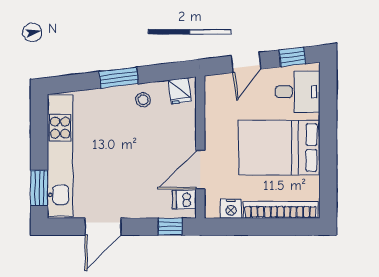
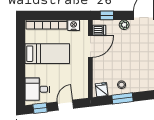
window: (119, 78) -> (123, 98), moved
bed: (279, 148) -> (47, 54), width x0.67
plant: (138, 210) -> (124, 25), added

